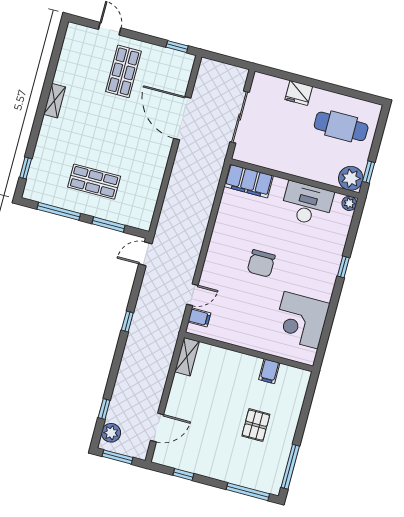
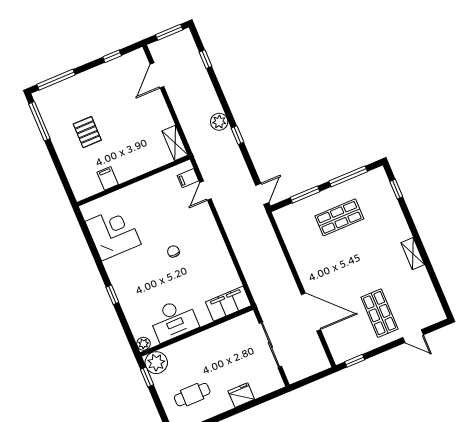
cafe table: (341, 126) -> (192, 395), width x0.73, depth x0.74
chair: (261, 263) -> (173, 251), width x0.54, depth x0.54
plant: (111, 433) -> (219, 122), moved

